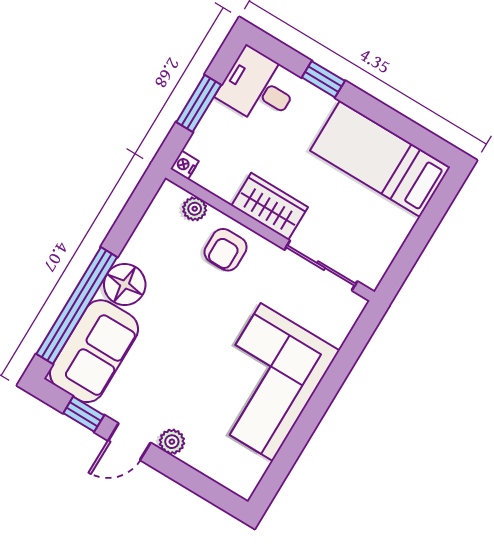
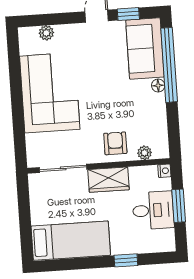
desk: (259, 88) -> (153, 210), moved
floor lamp: (125, 284) -> (158, 86), width x0.53, depth x0.53
plant: (172, 442) -> (46, 33), moved

